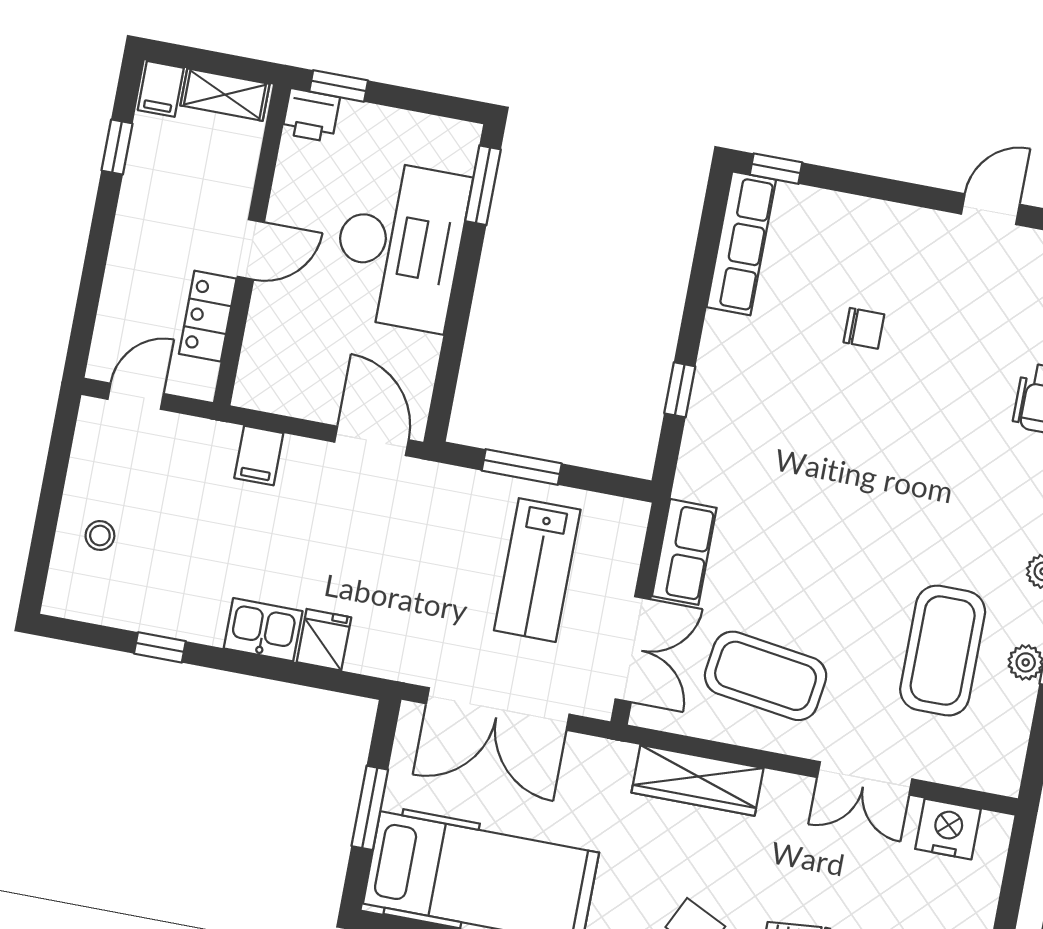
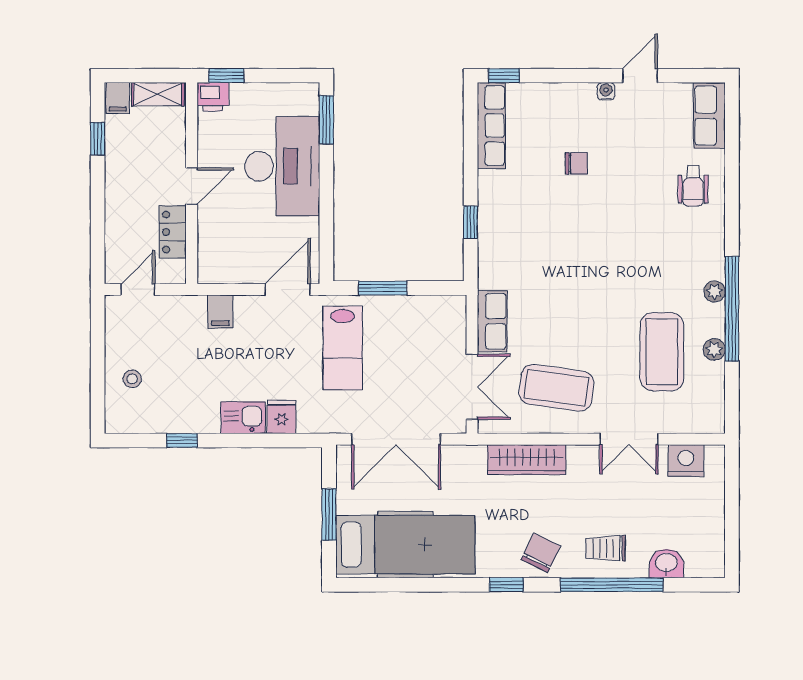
water cooler: (932, 224) -> (606, 91), added
door: (372, 441) -> (288, 289), hinge flipped
lab bench: (537, 570) -> (343, 348), moved

